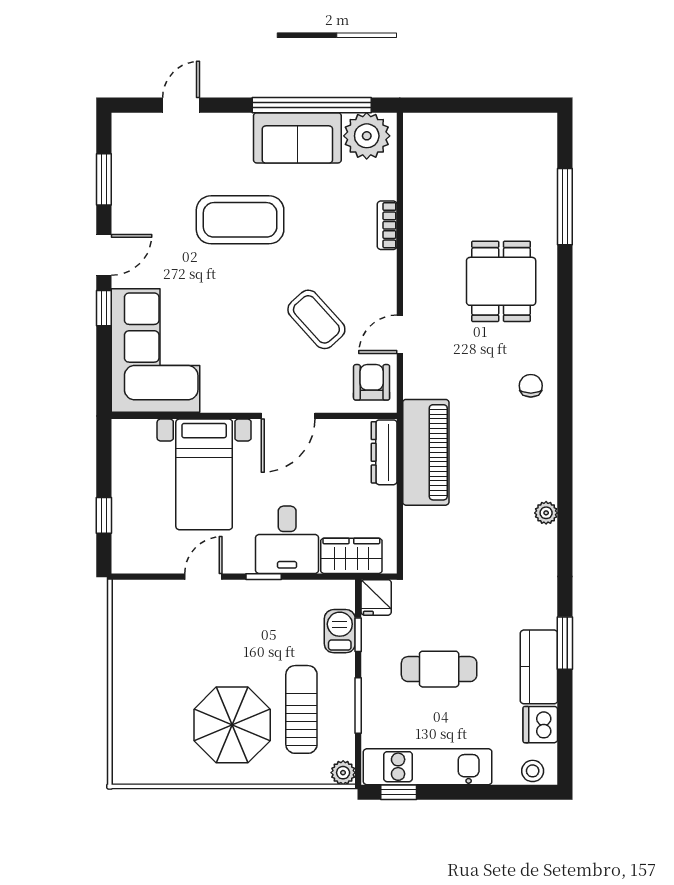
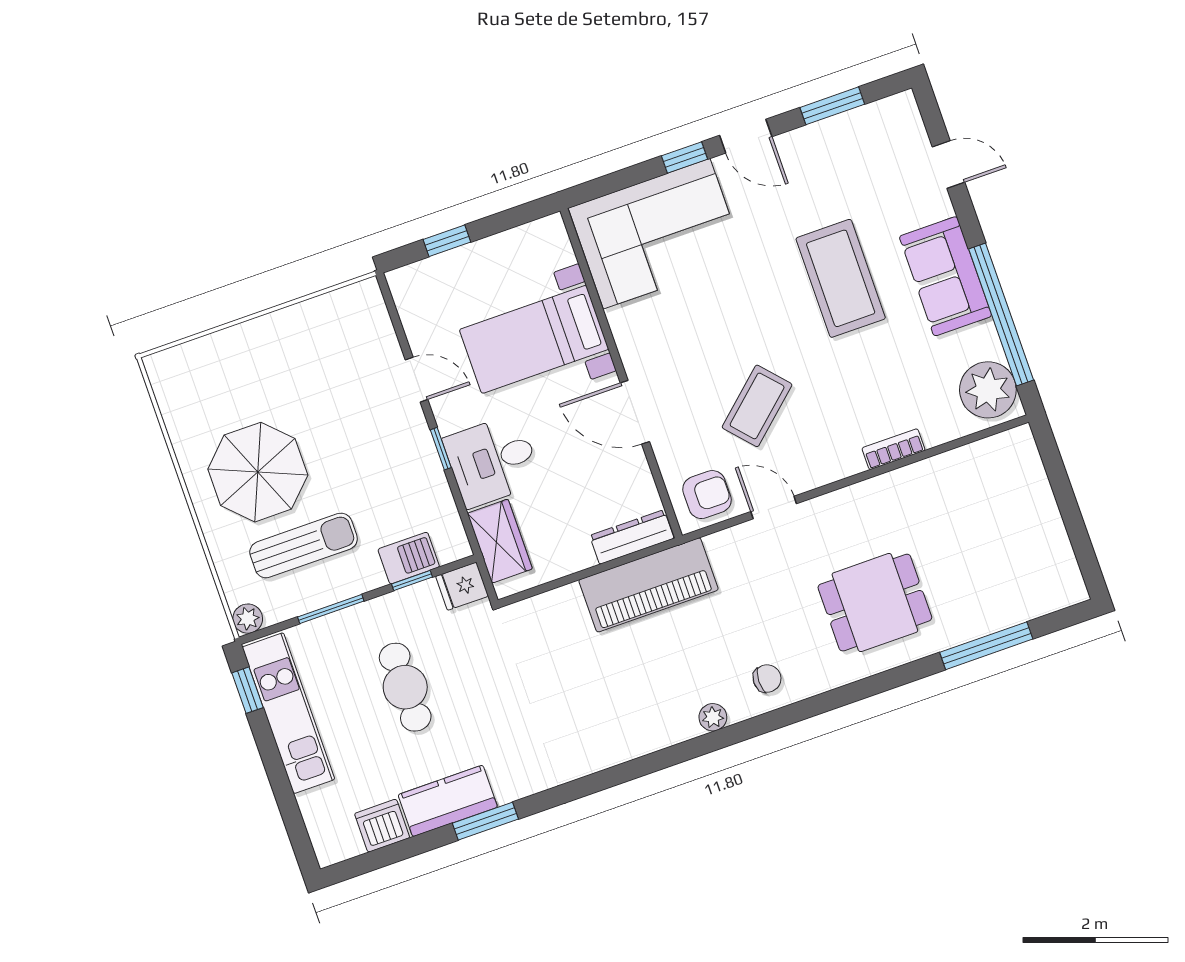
sofa: (297, 138) -> (945, 276), moved
plant: (546, 513) -> (713, 717), moved
stool: (533, 771) -> (326, 835), removed

